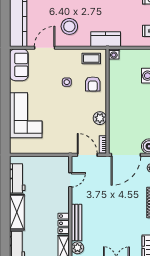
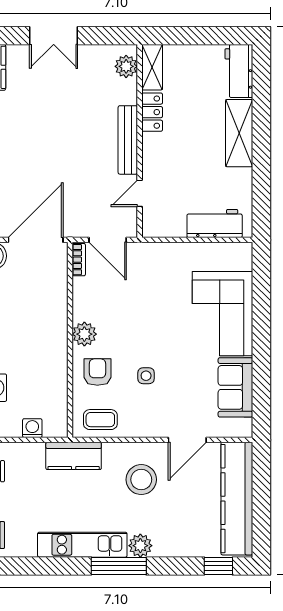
washing machine: (114, 54) -> (32, 428), moved
sofa: (19, 65) -> (235, 387), moved
plant: (100, 118) -> (84, 334), moved
workbench: (17, 178) -> (215, 224), moved, turned 90
bench: (77, 222) -> (128, 140), moved

